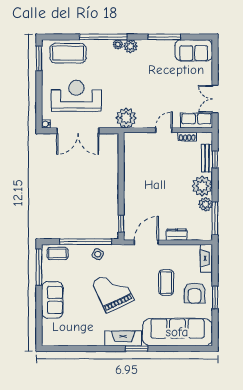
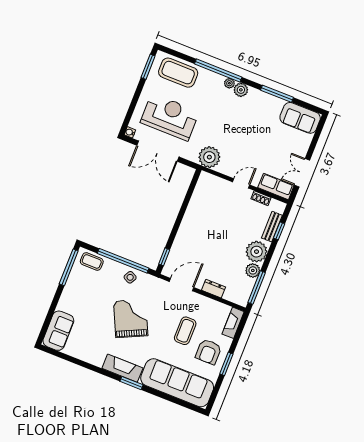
sofa: (52, 300) -> (58, 331), moved

